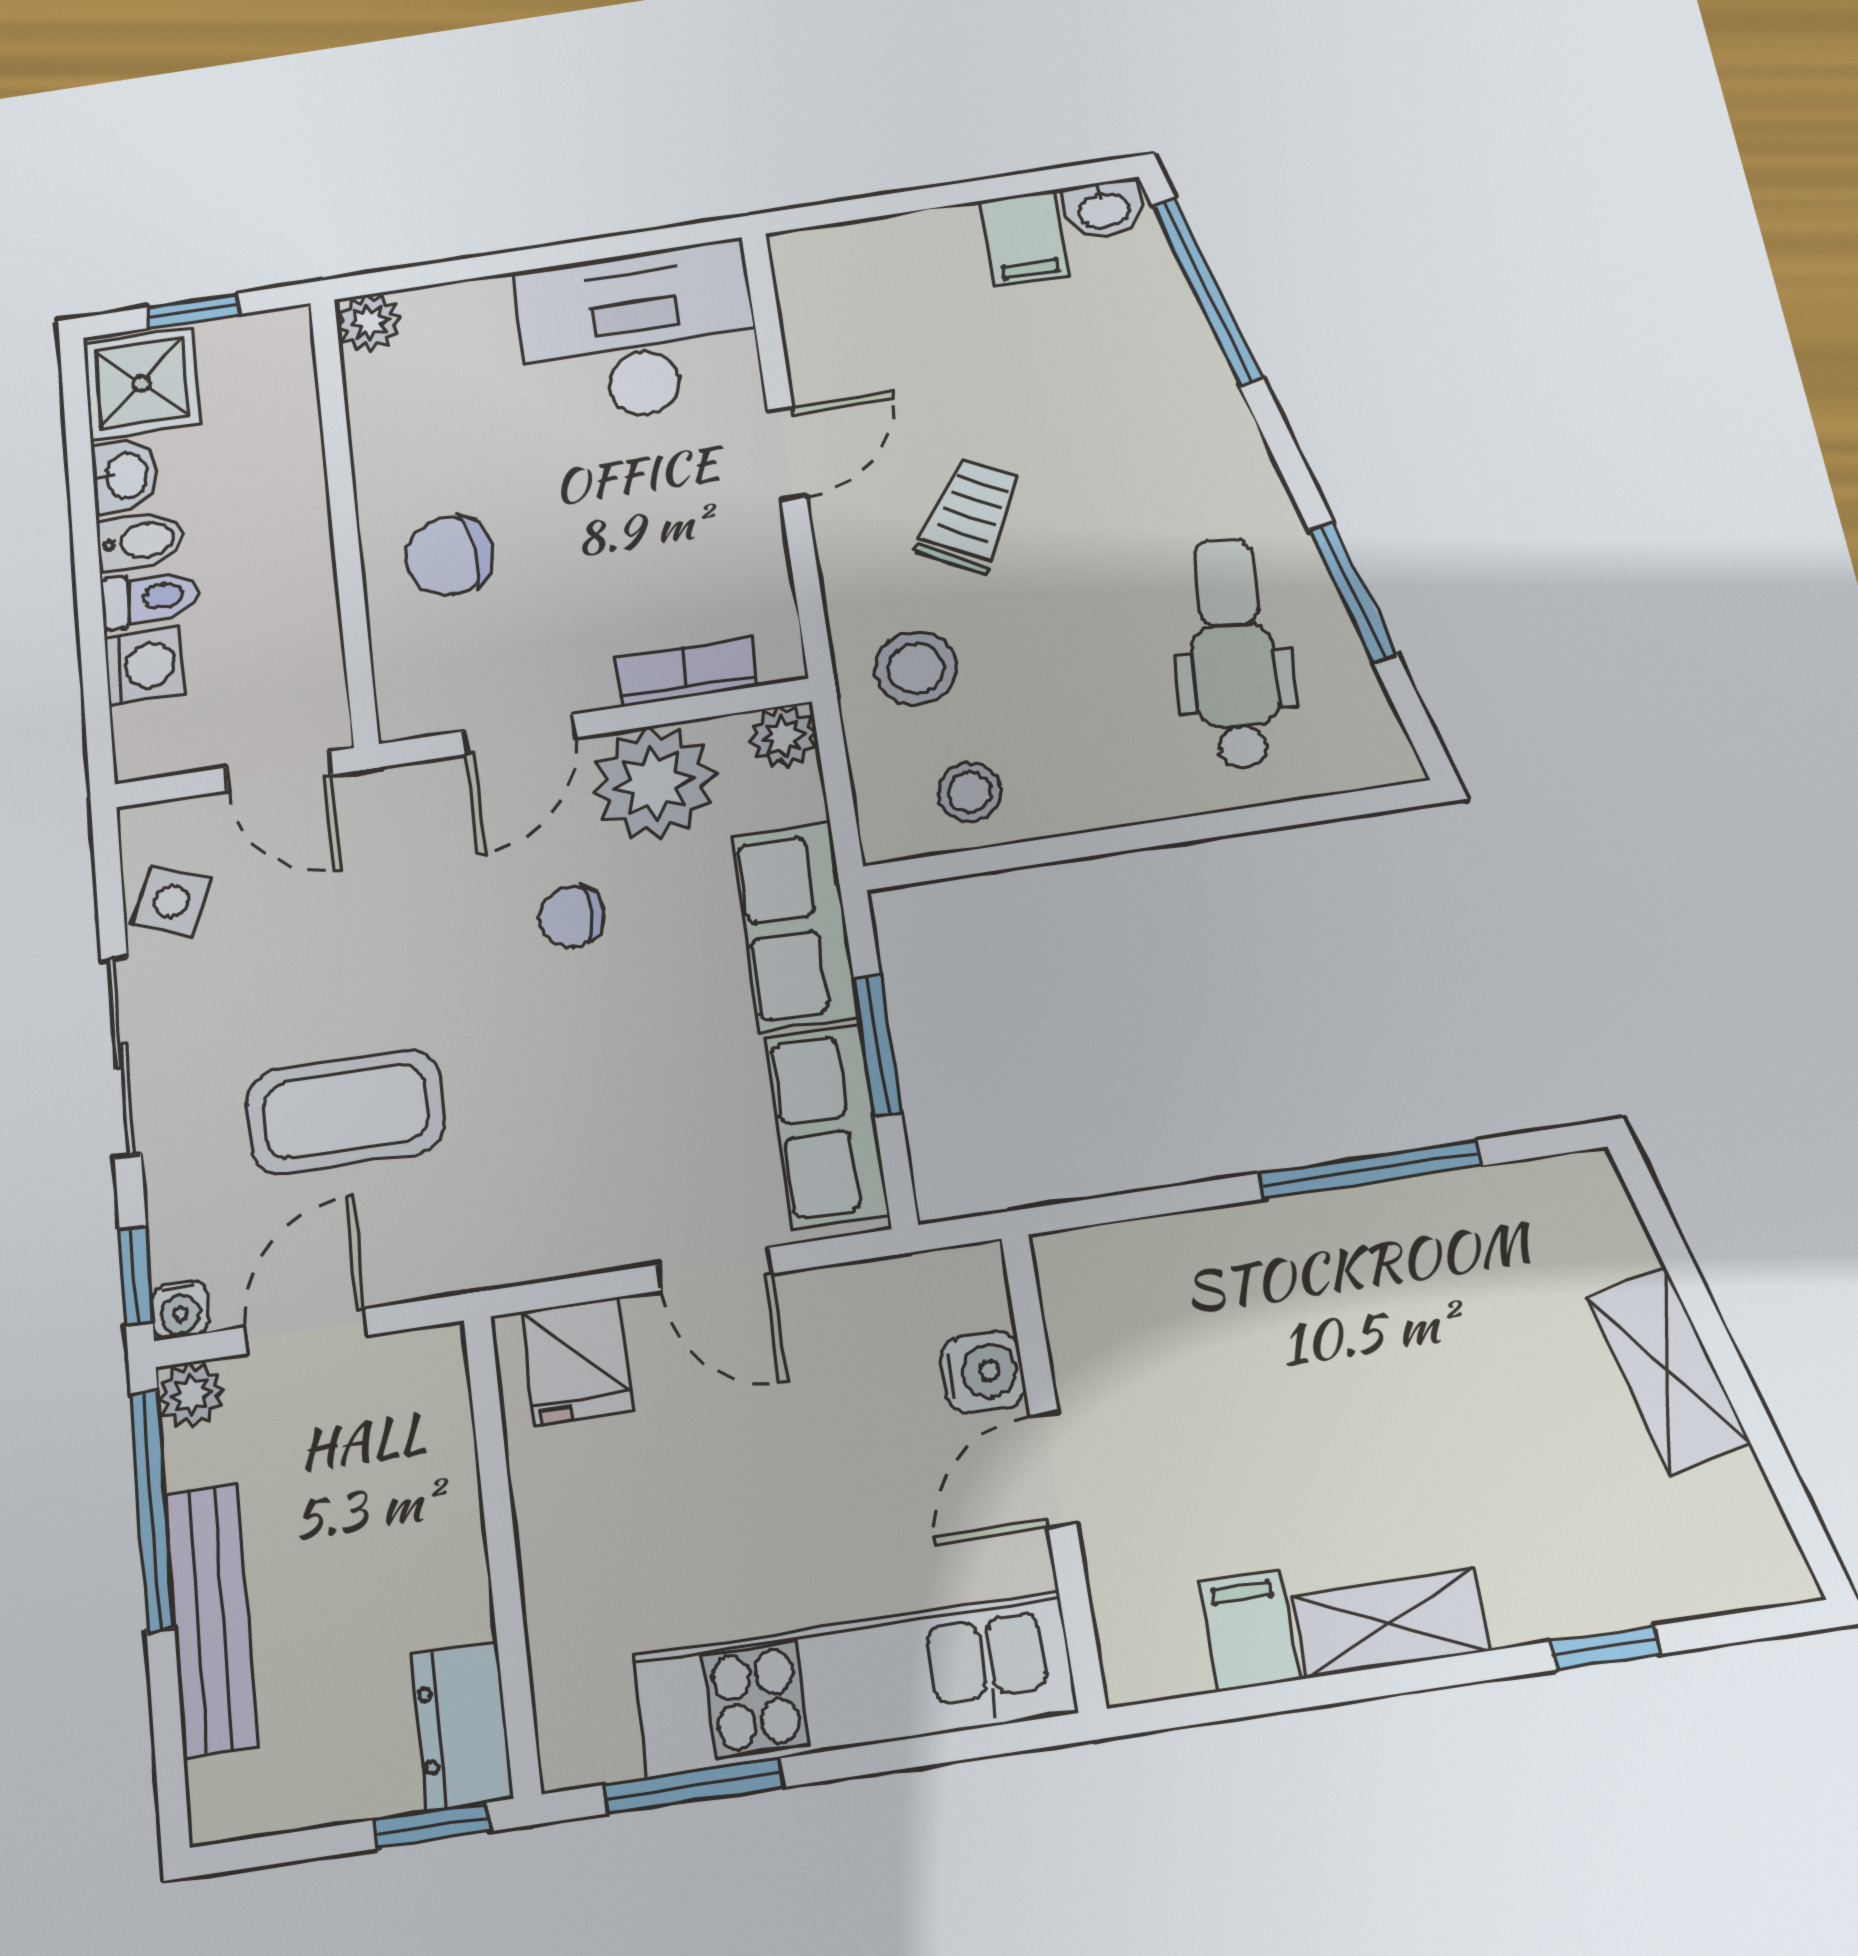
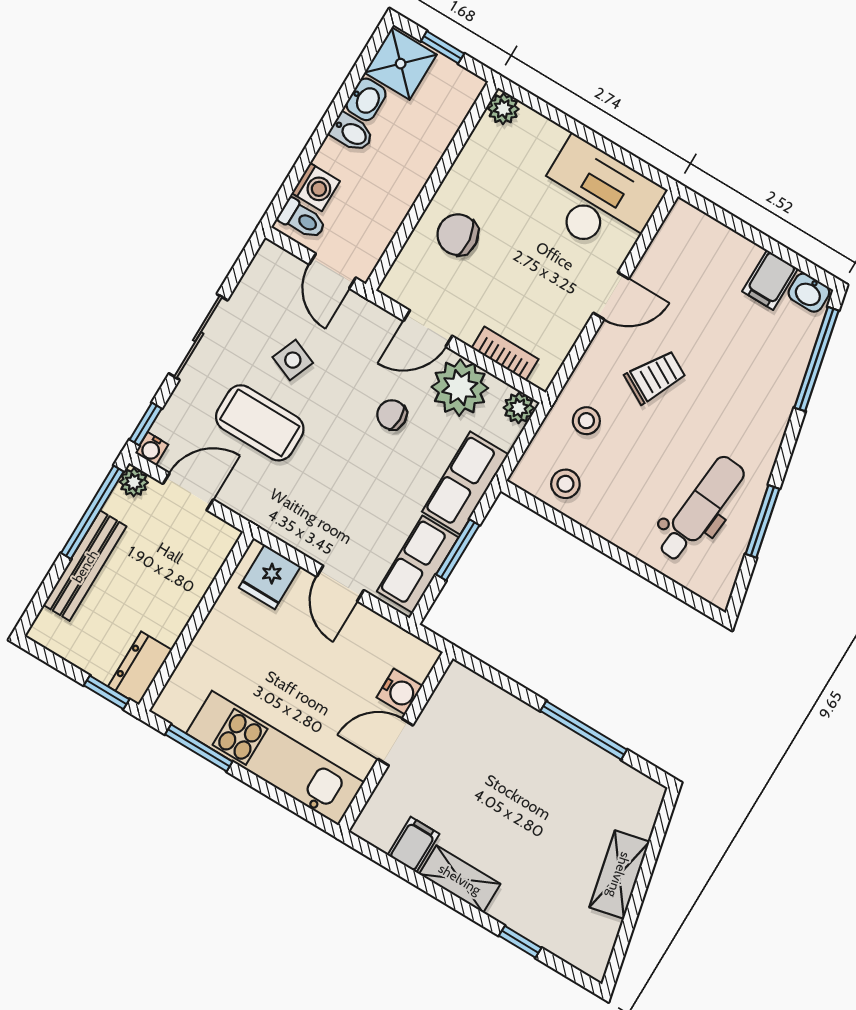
toilet: (150, 598) -> (302, 219), moved
stool: (916, 668) -> (586, 421), width x0.73, depth x0.73
side table: (172, 902) -> (293, 360), moved

